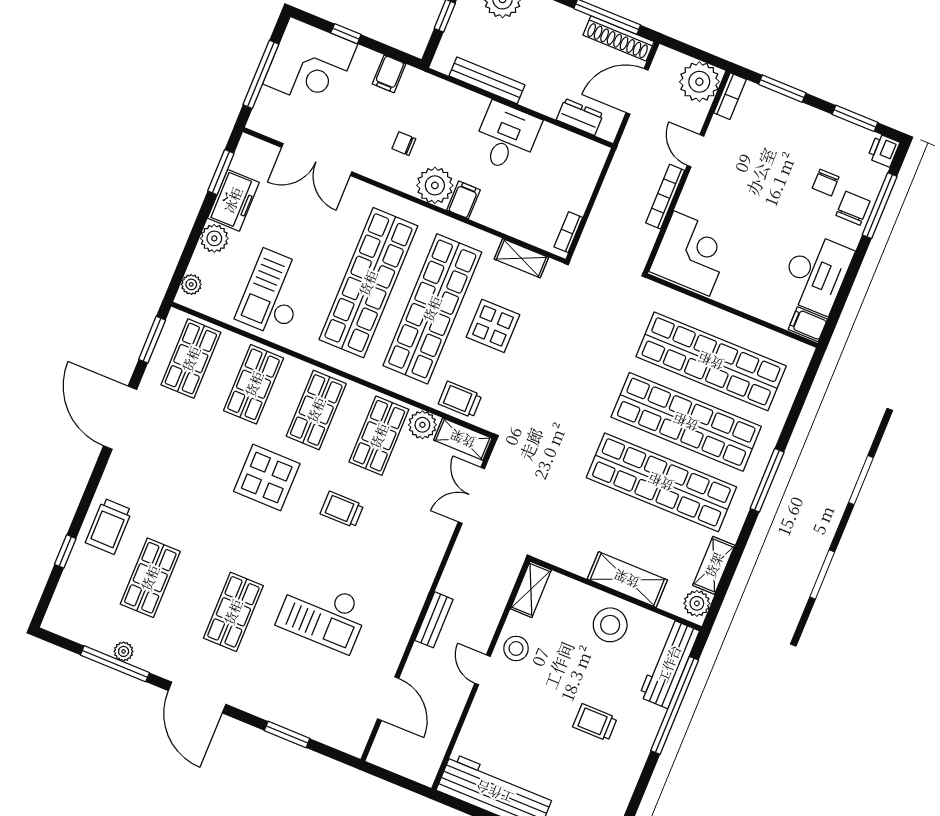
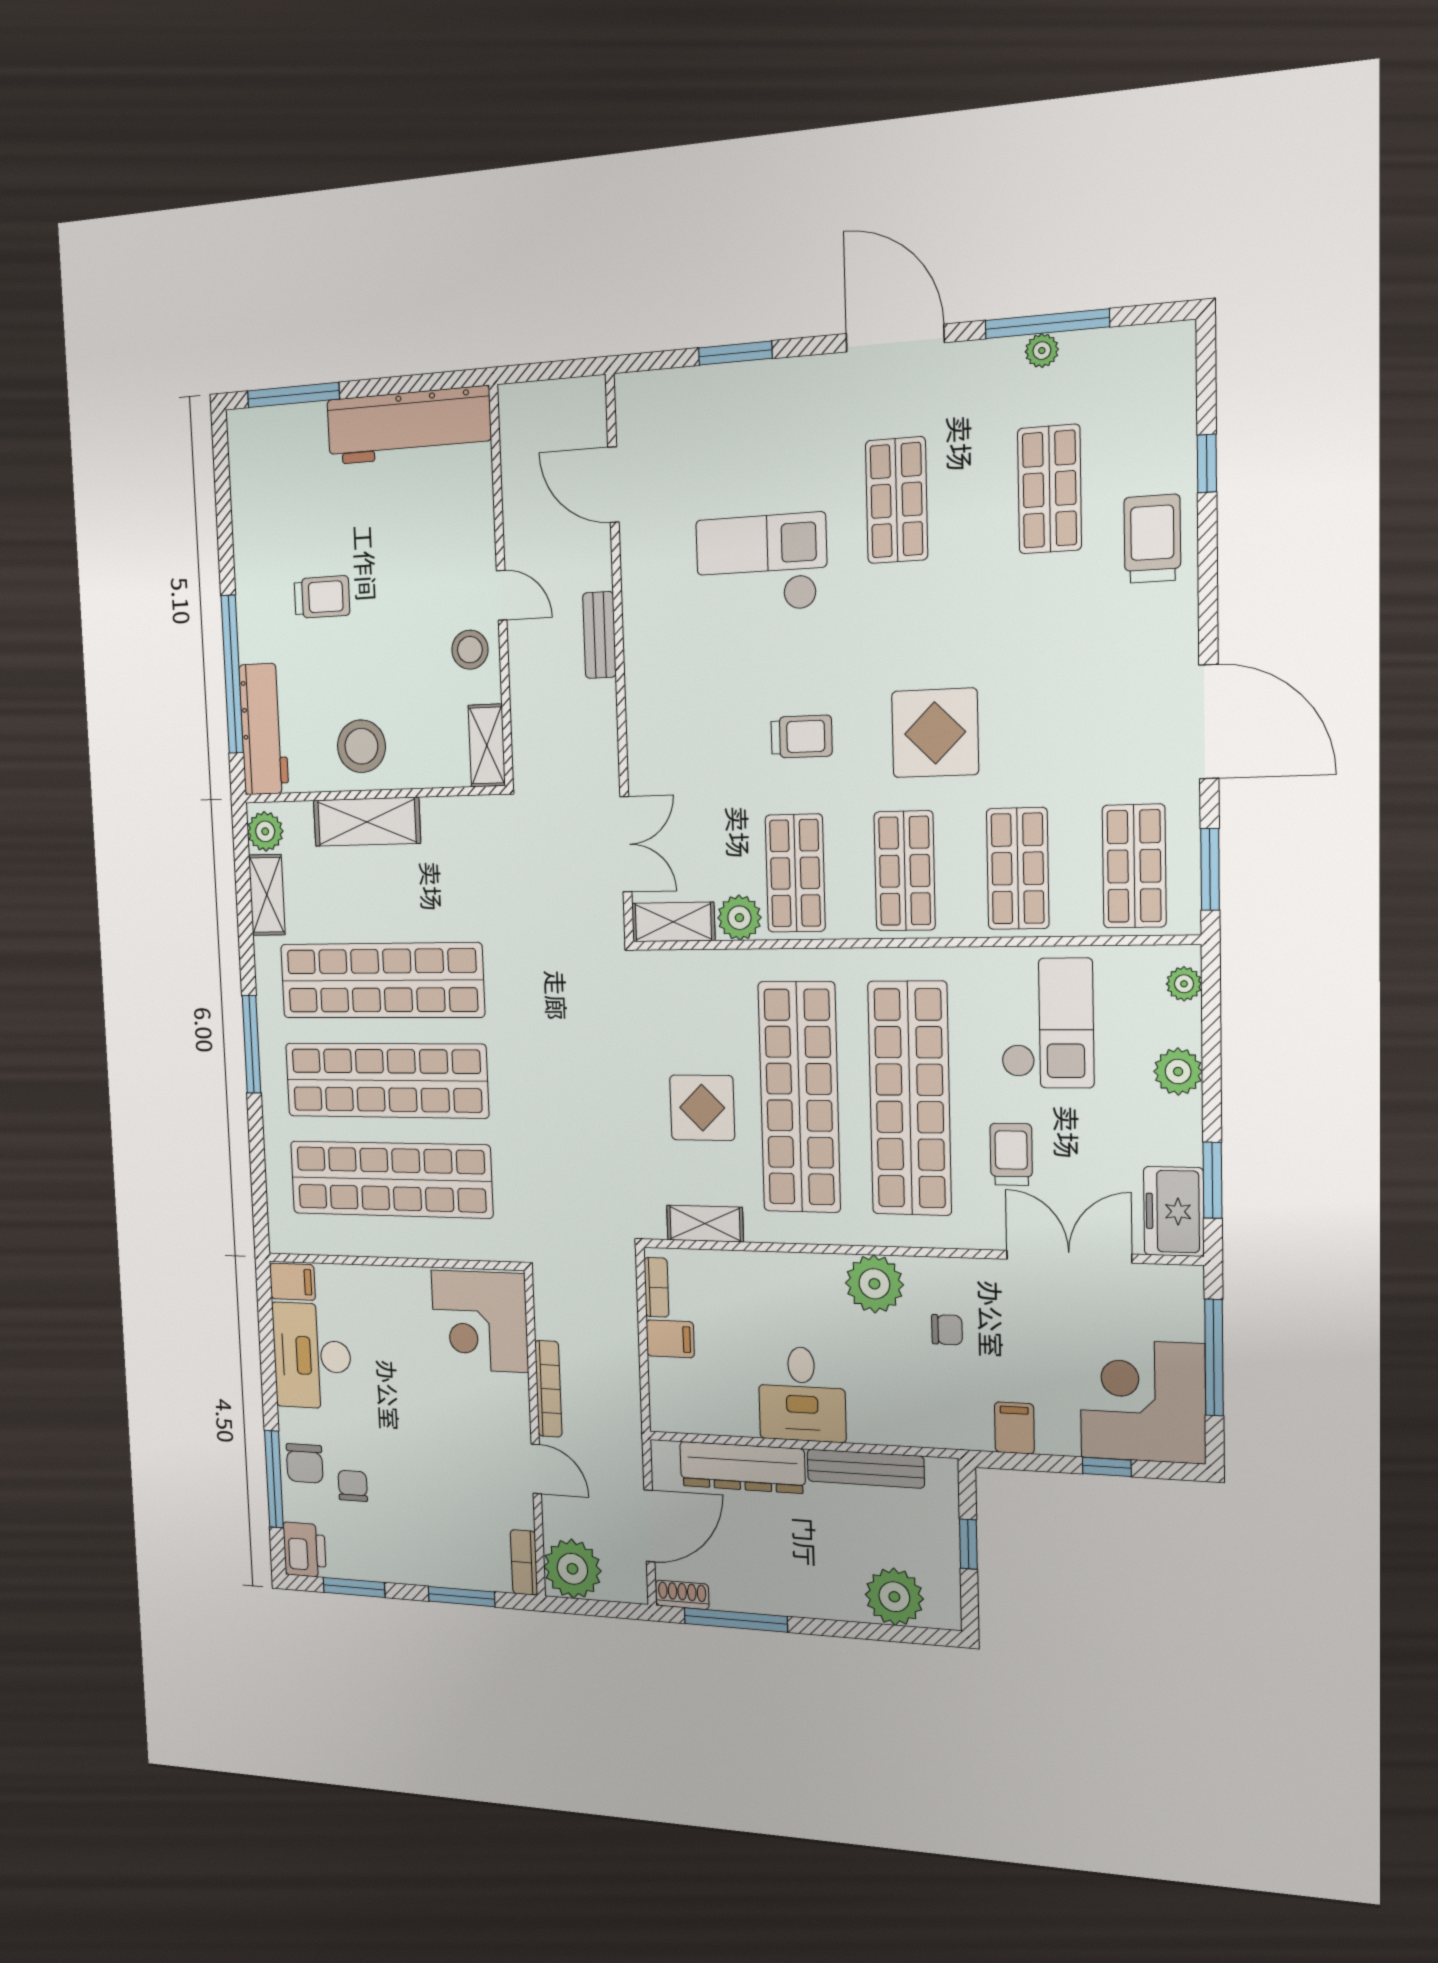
shoe rack: (619, 38) -> (682, 1595), width x0.51, depth x0.81
dresser: (580, 117) -> (742, 1467), width x1.96, depth x1.24
printer: (884, 150) -> (305, 1550), width x1.36, depth x1.24
freezer: (233, 200) -> (1174, 1211), moved
filing cabinet: (464, 200) -> (670, 1339), moved, turned -90
trolley: (460, 400) -> (1011, 1154), moved, turned -90

